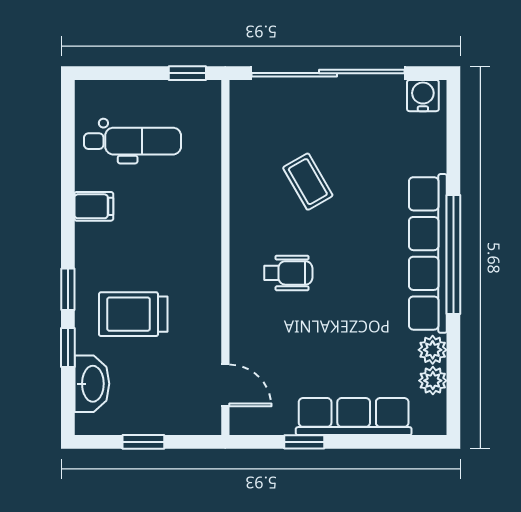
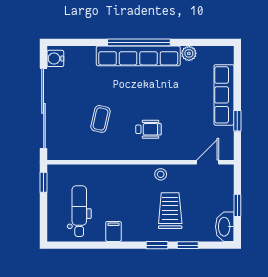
coffee table: (308, 182) -> (101, 119), turned -47
wheelchair: (288, 273) -> (149, 129), turned 90
stool: (202, 296) -> (161, 174), added
trolley: (133, 314) -> (170, 211), turned 180
plant: (433, 381) -> (205, 53), removed
washbasin: (92, 384) -> (225, 227), moved, turned -90

